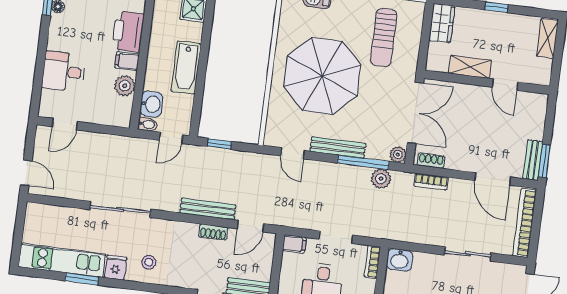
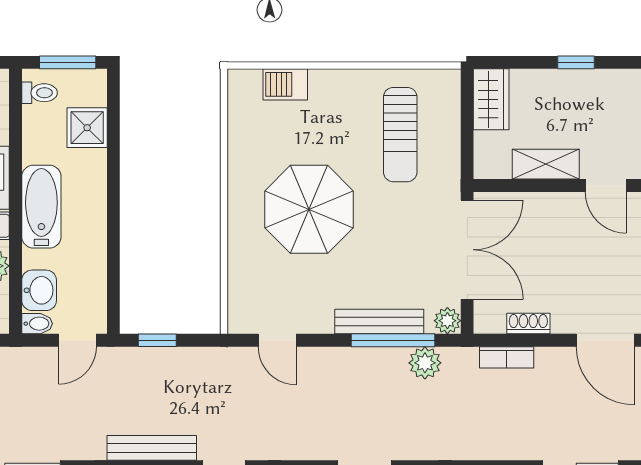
bathtub: (186, 67) -> (41, 207), moved, turned 180
parasol: (322, 76) -> (309, 209), width x0.73, depth x0.73
bench: (338, 147) -> (379, 322), moved
shoe rack: (431, 161) -> (528, 324), moved

